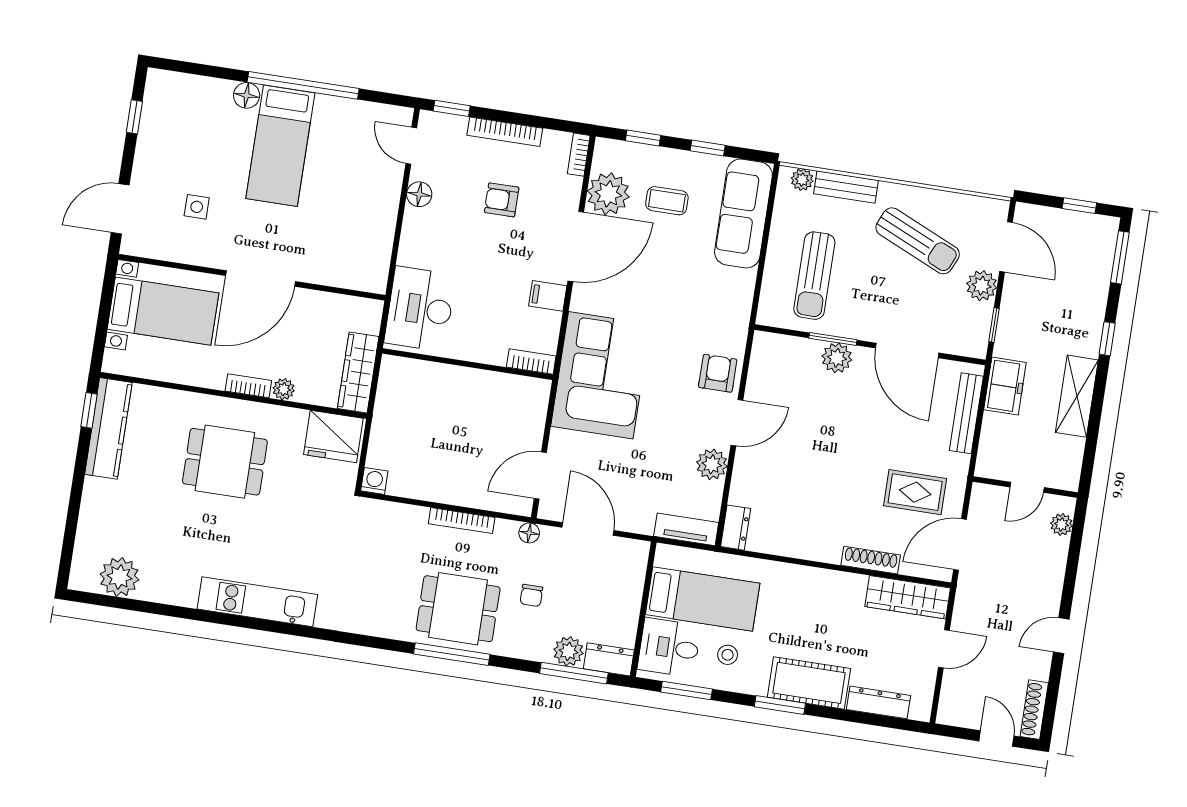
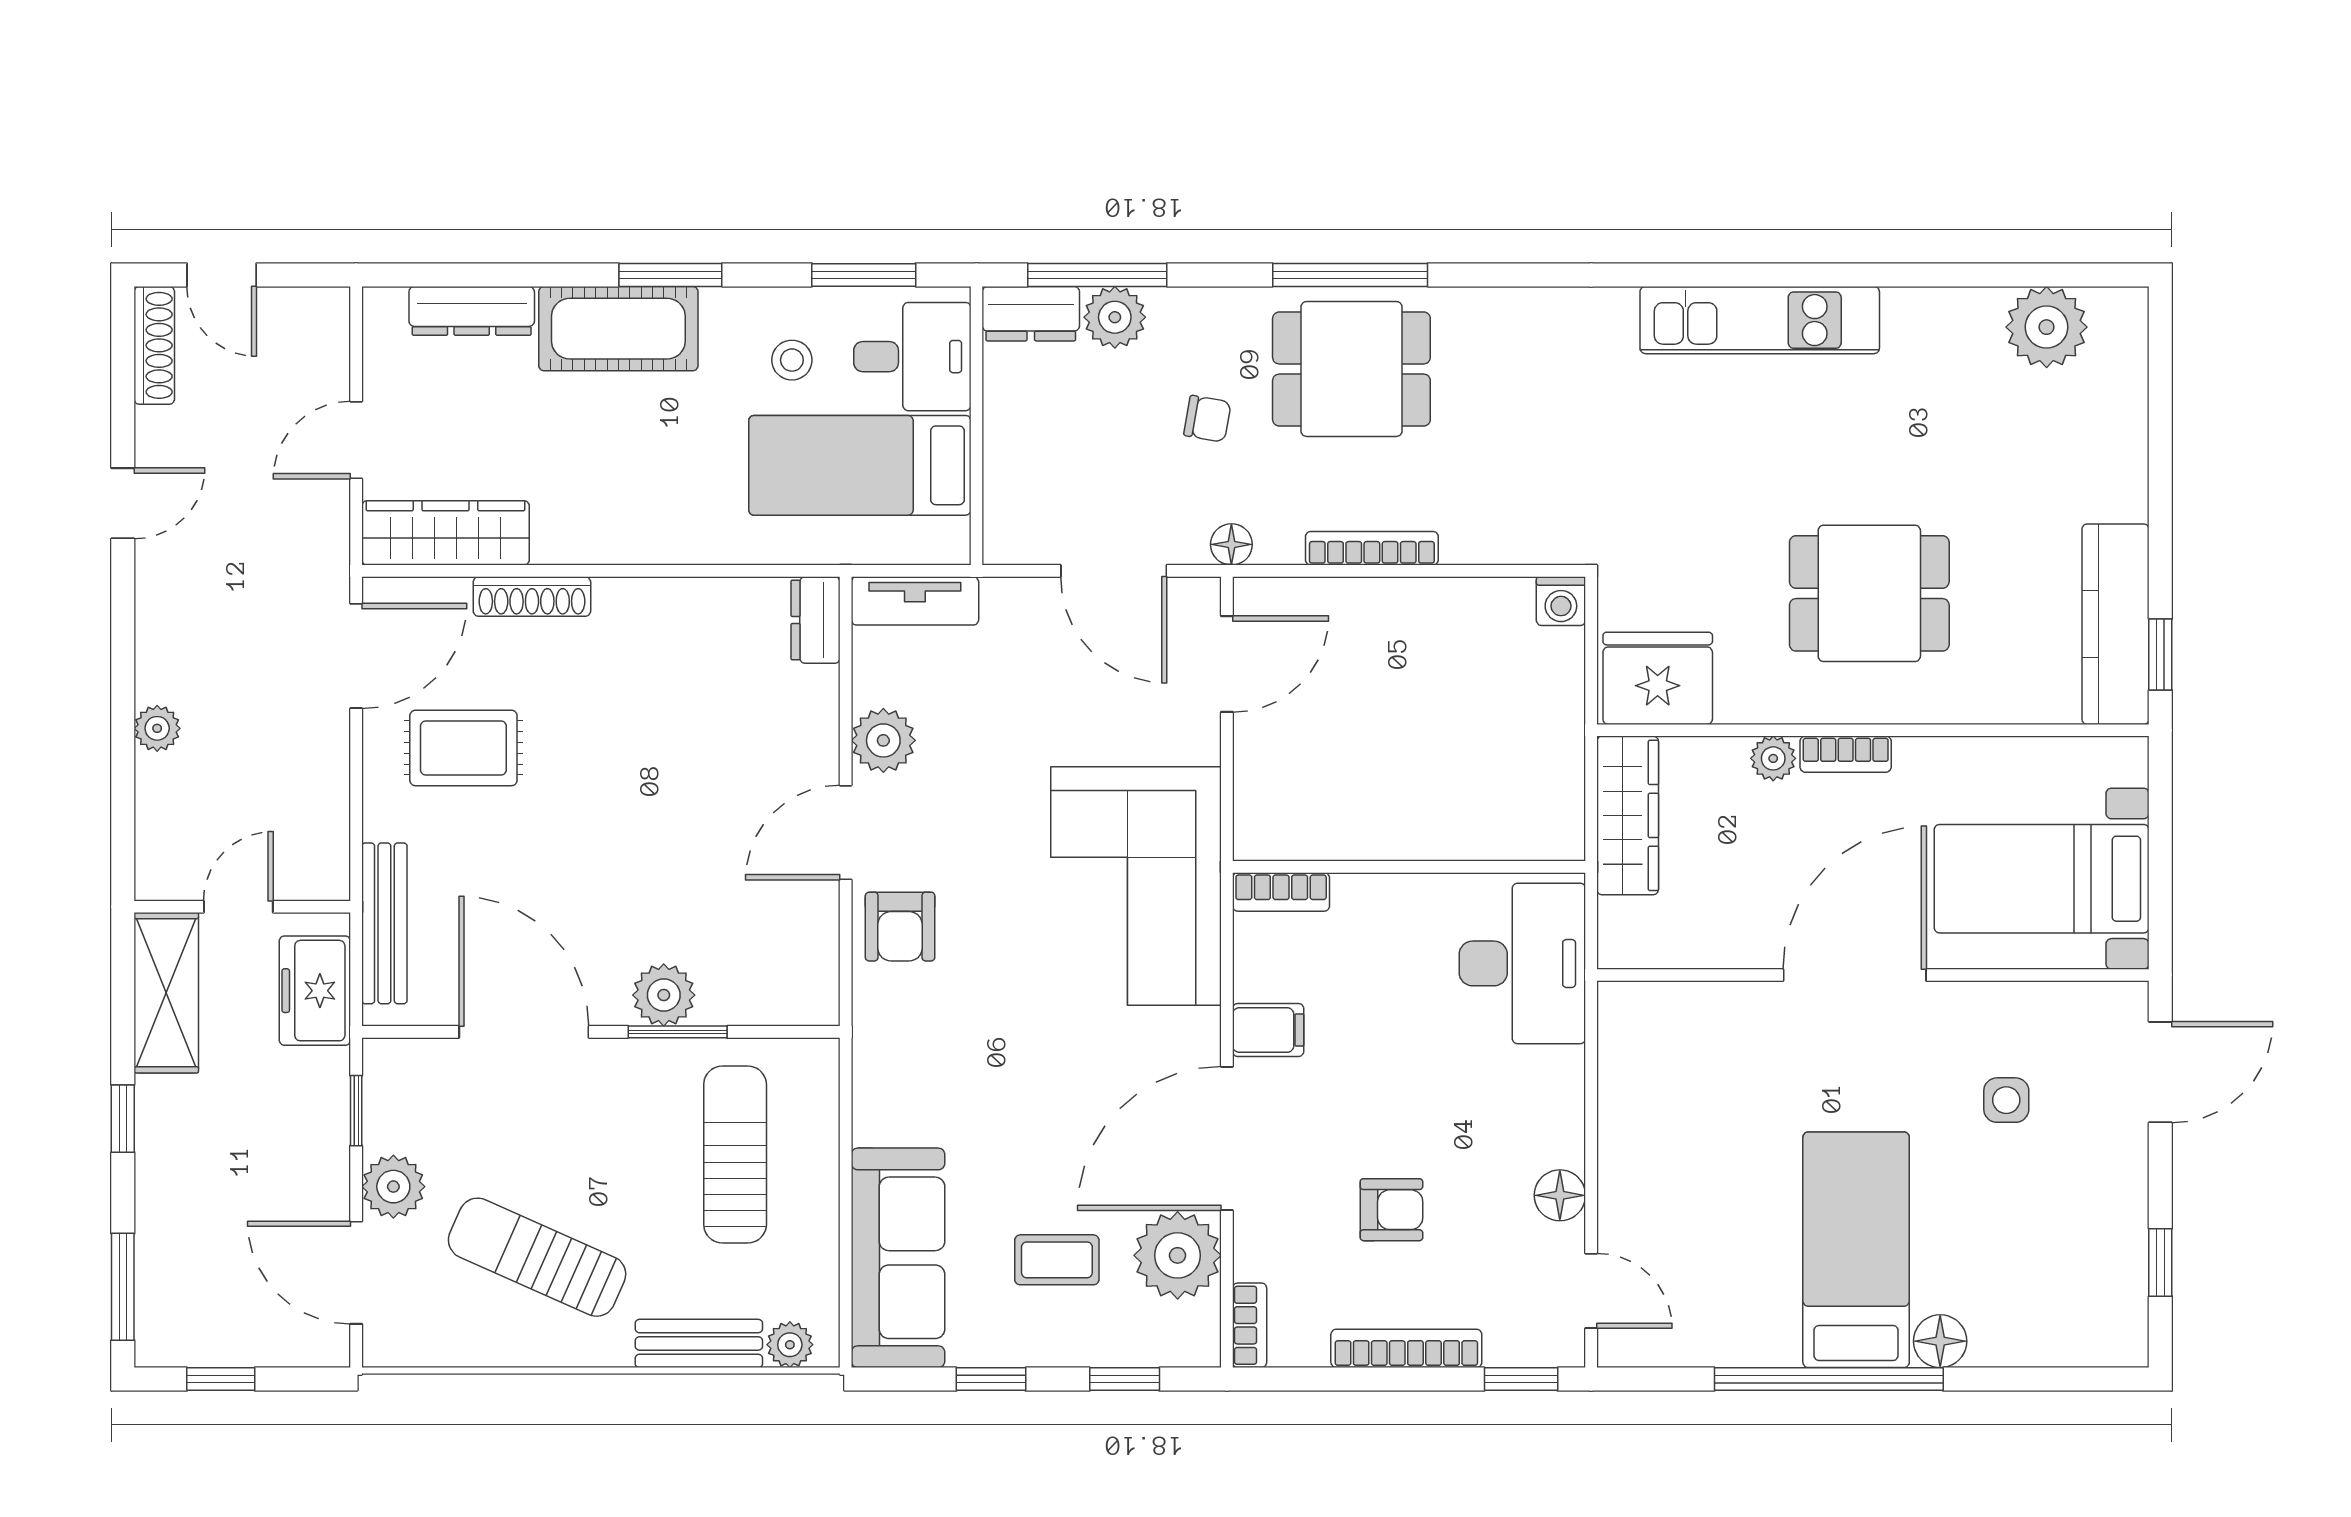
wall: (1025, 487) -> (242, 907), moved
door: (1027, 487) -> (238, 907), moved
chair: (531, 595) -> (1207, 419), turned 100

